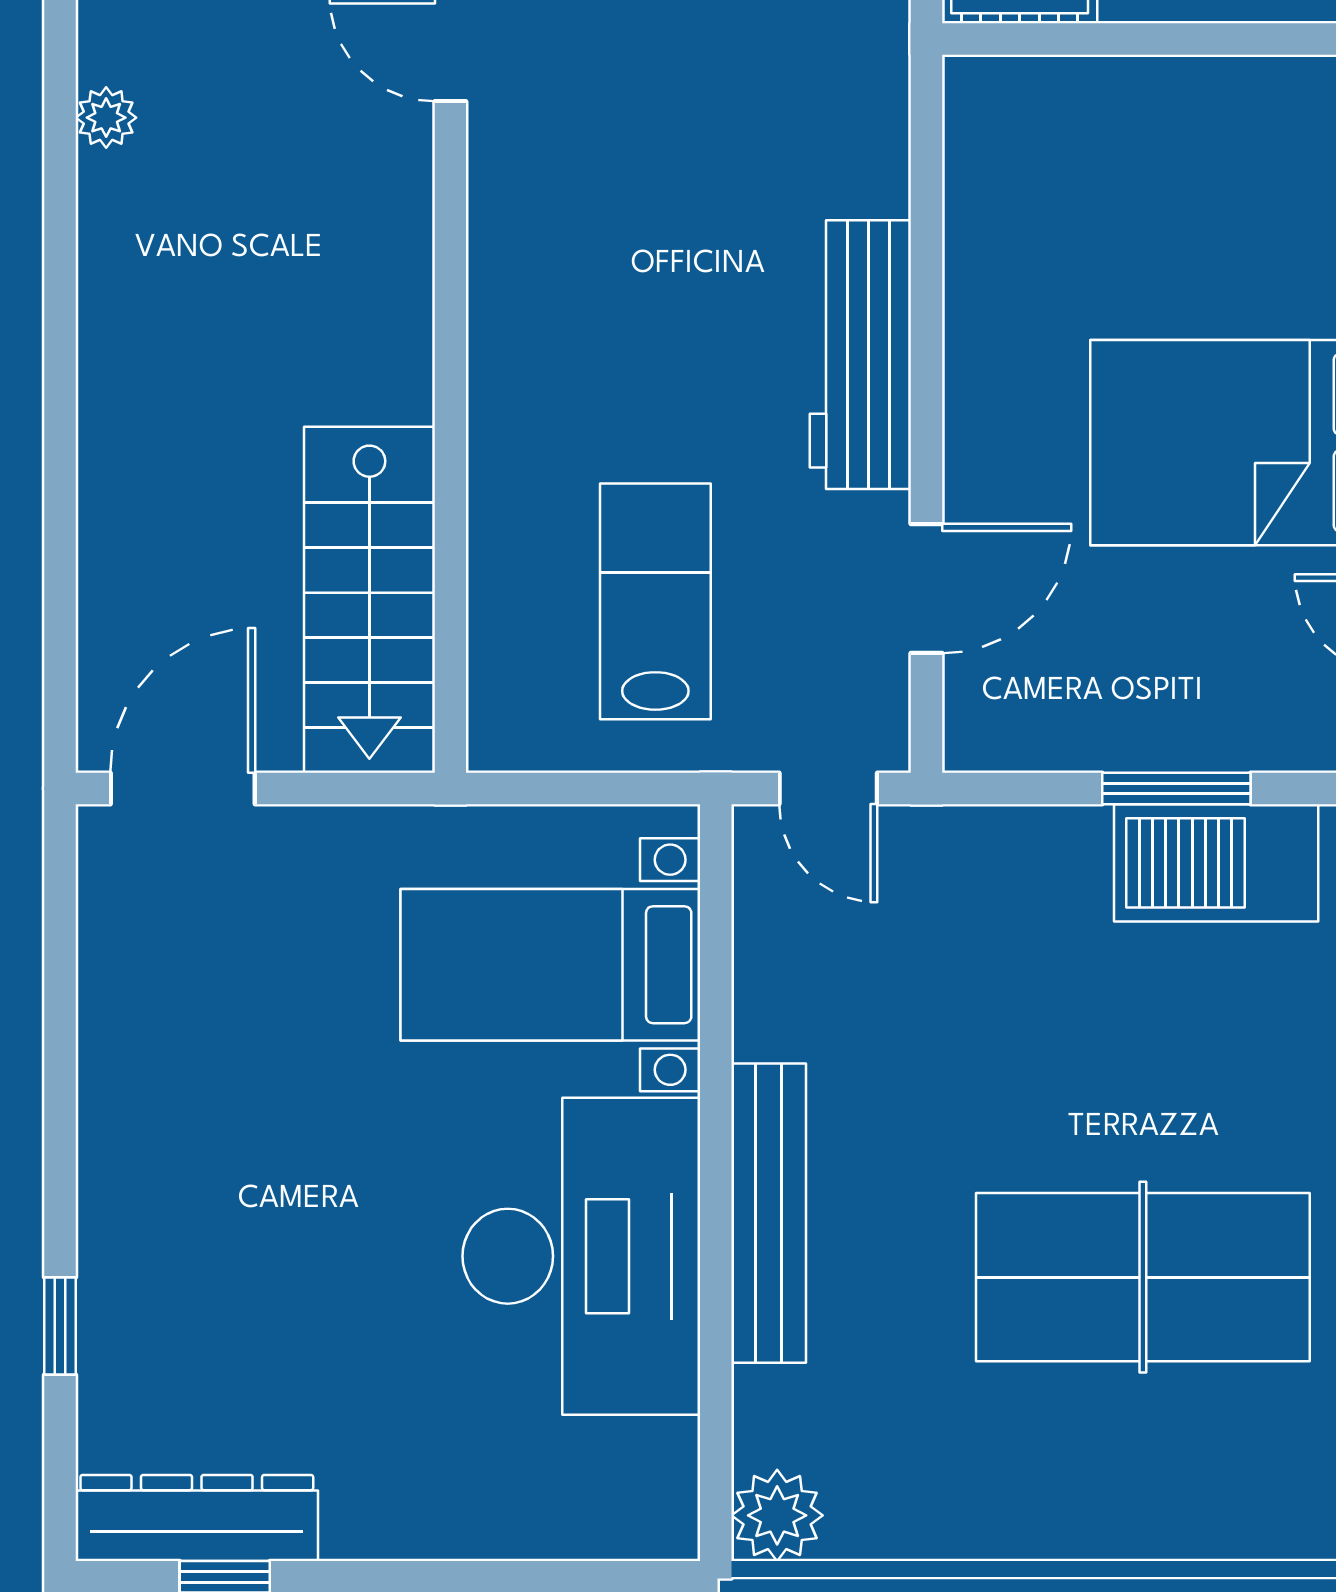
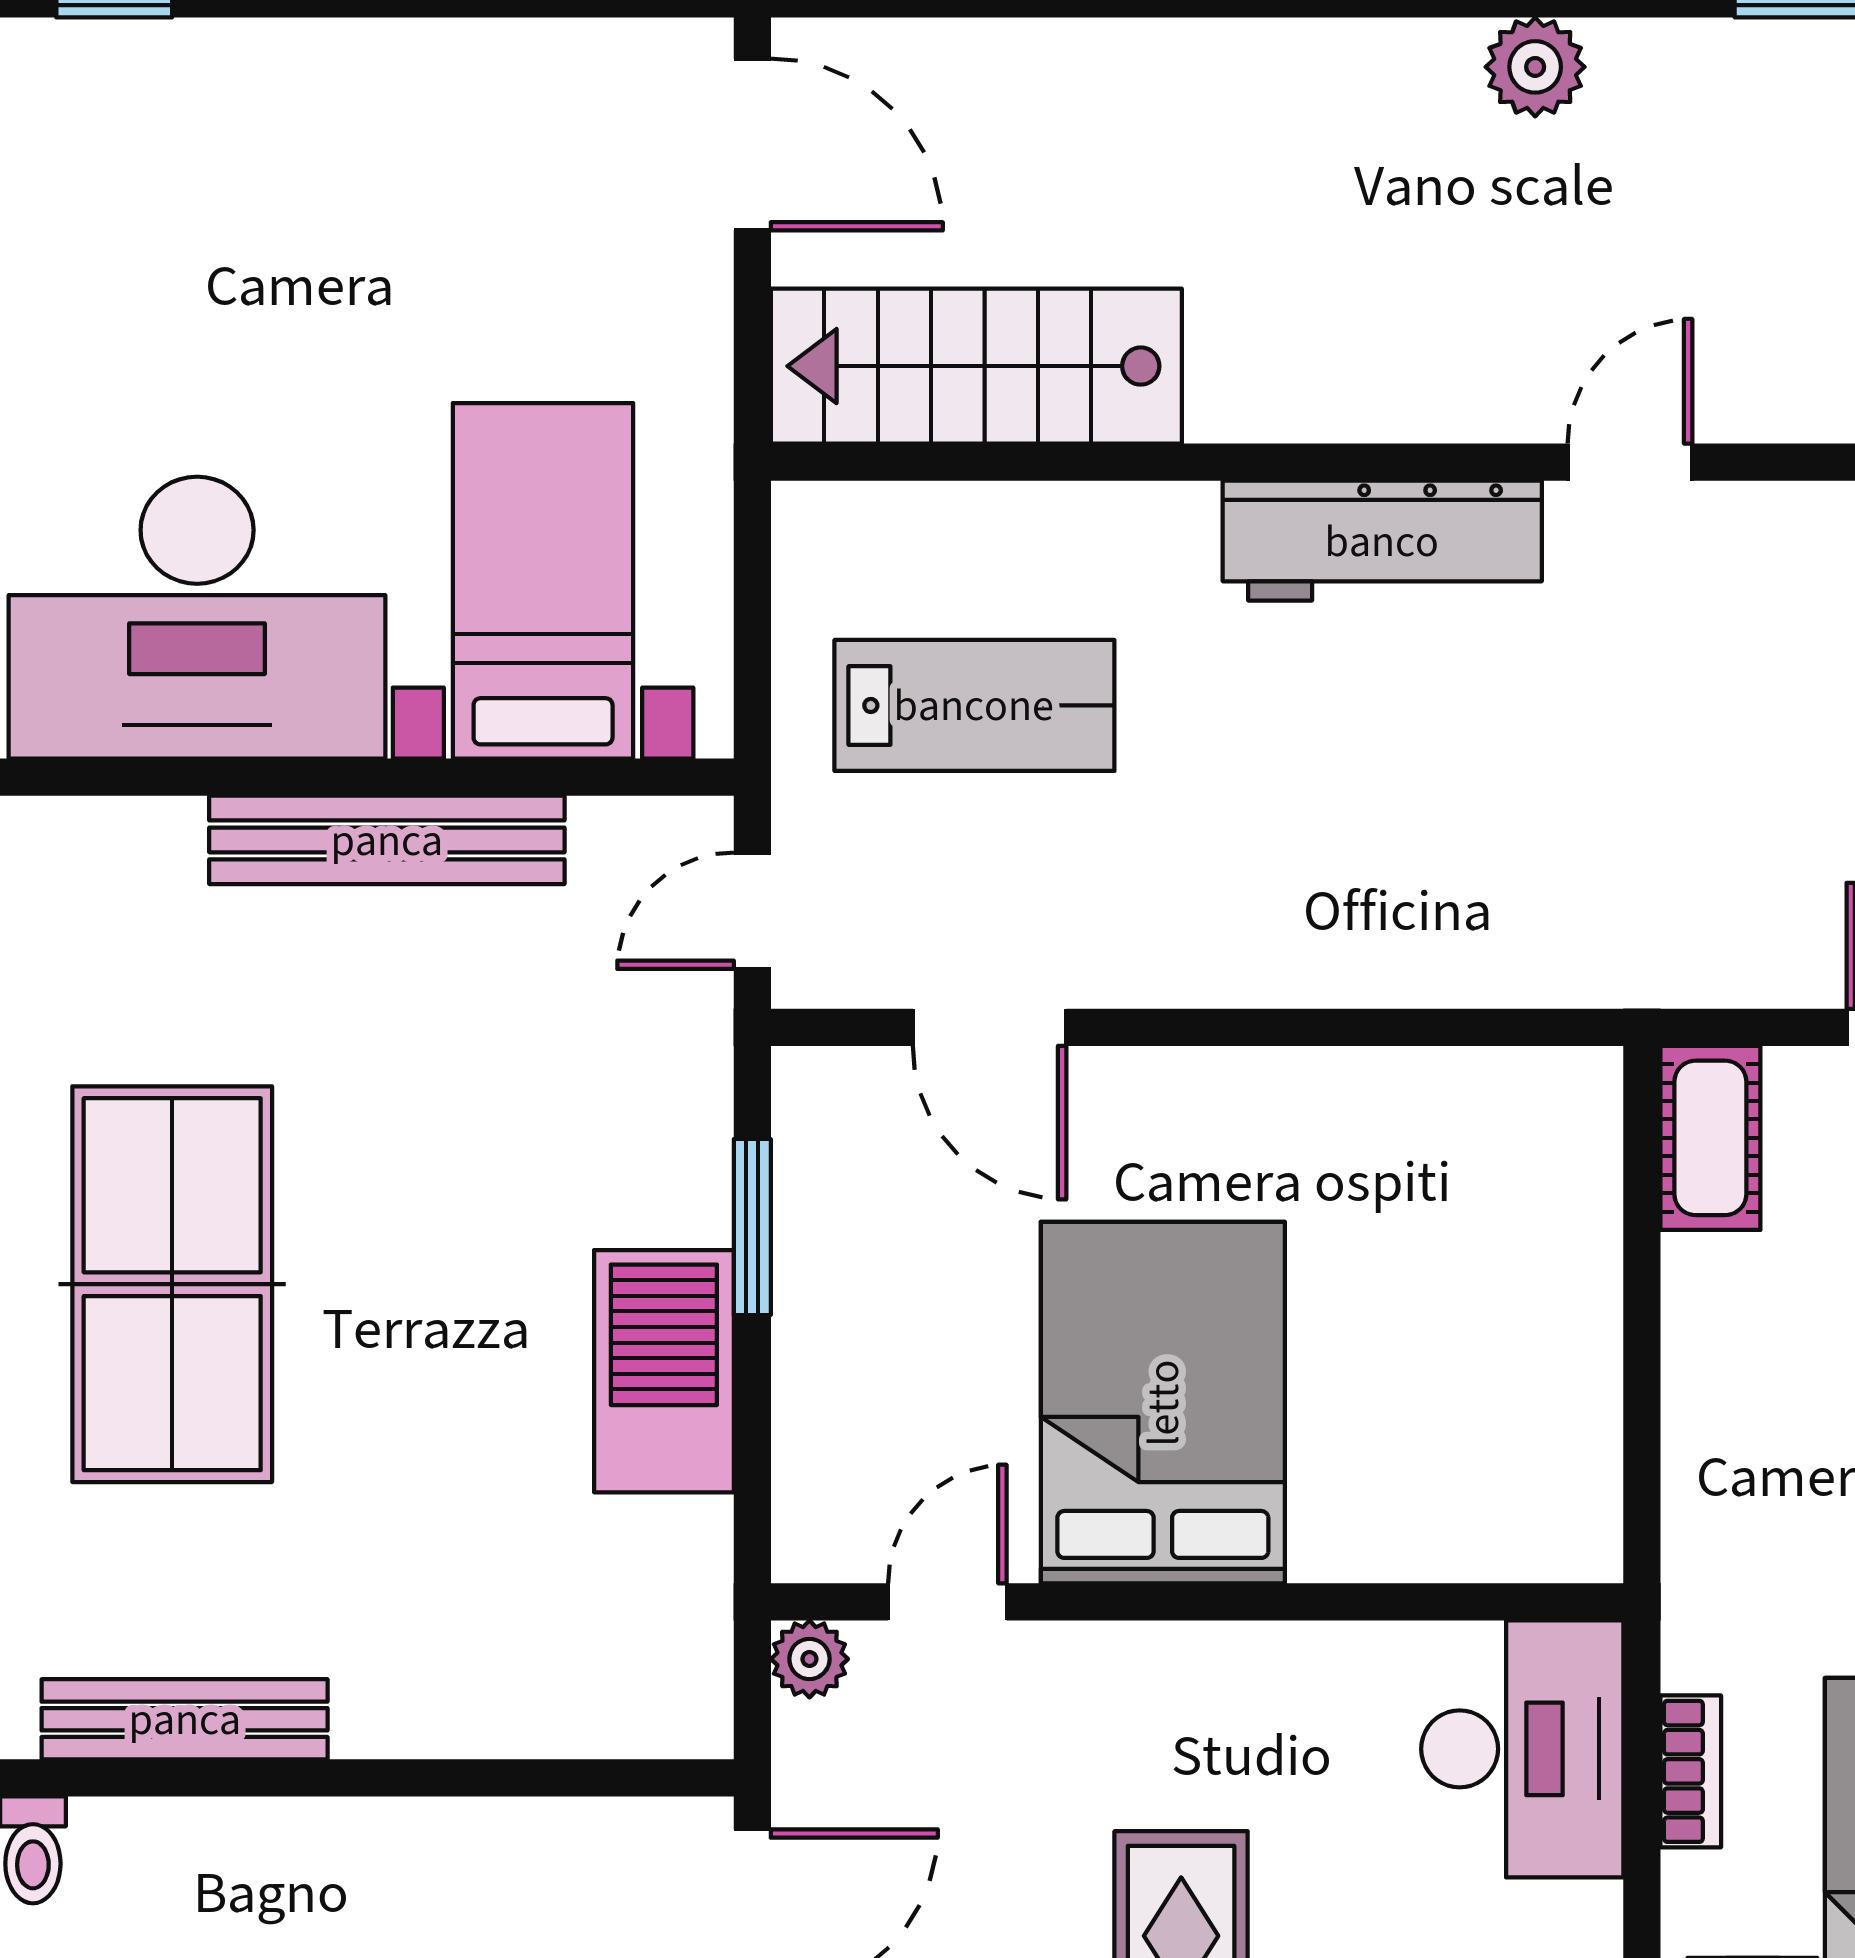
plant: (106, 118) -> (1535, 67), width x1.38, depth x1.38
workbench: (860, 355) -> (1382, 541), moved, turned 180
window: (1176, 788) -> (752, 1227), moved
bench: (769, 1213) -> (387, 840), moved

